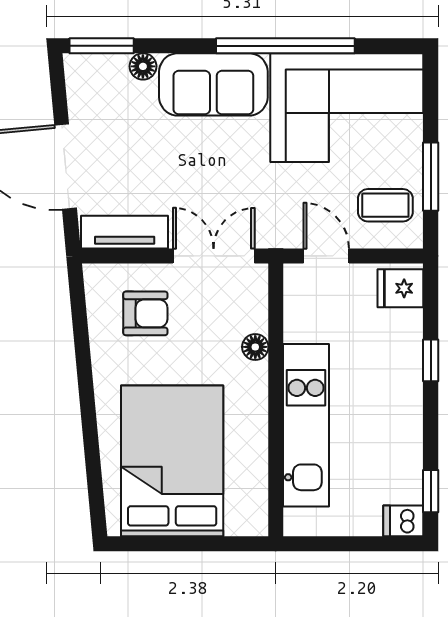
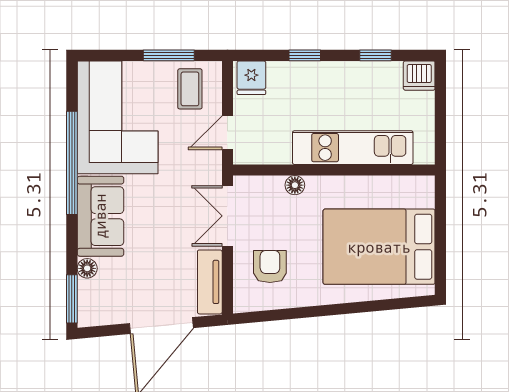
window: (431, 491) -> (375, 55), moved
dishwasher: (403, 521) -> (419, 76), width x1.38

